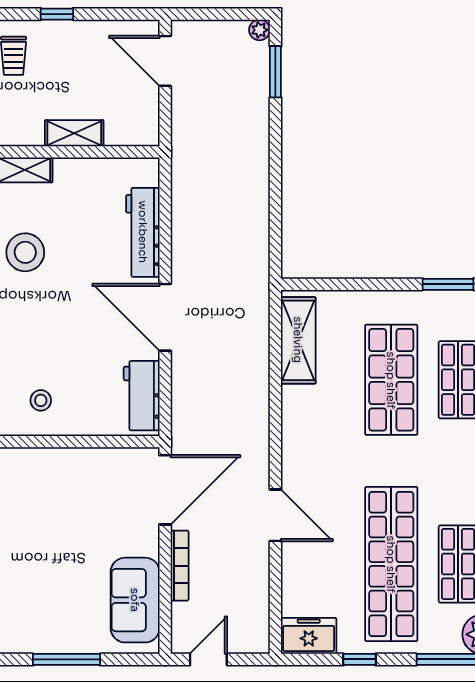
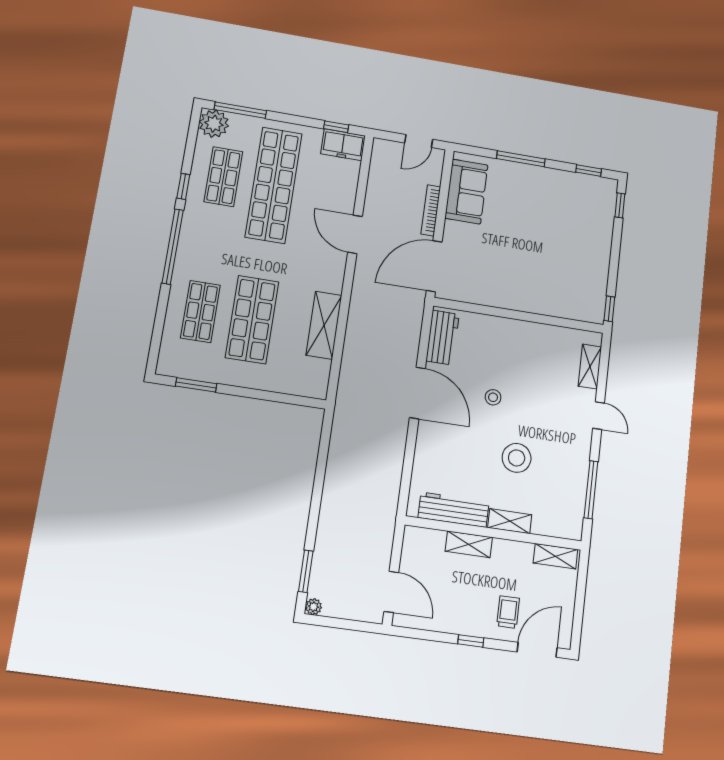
workbench: (143, 232) -> (454, 510), moved, turned -90
shelving: (298, 340) -> (324, 325), moved
stool: (41, 400) -> (493, 397), moved
window: (359, 659) -> (336, 127), moved

